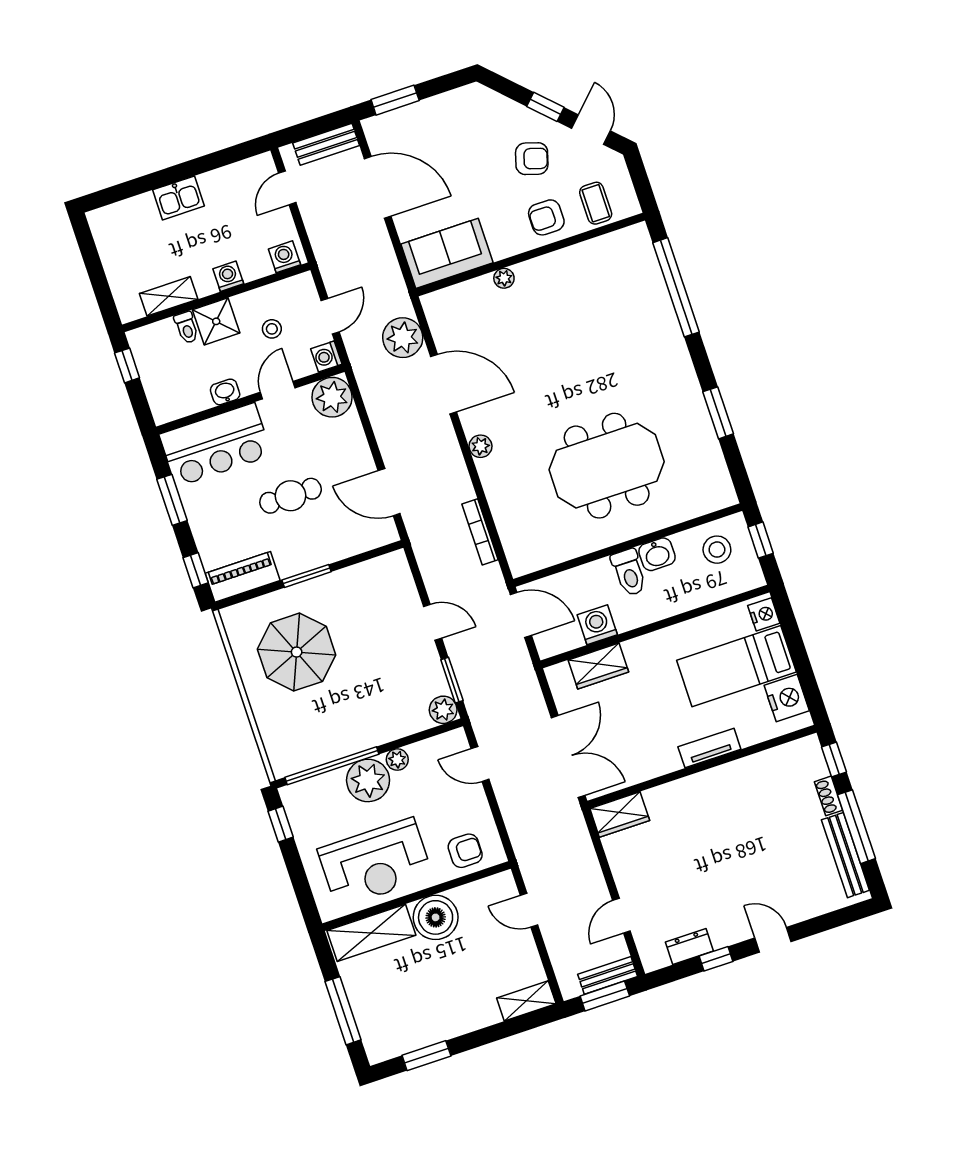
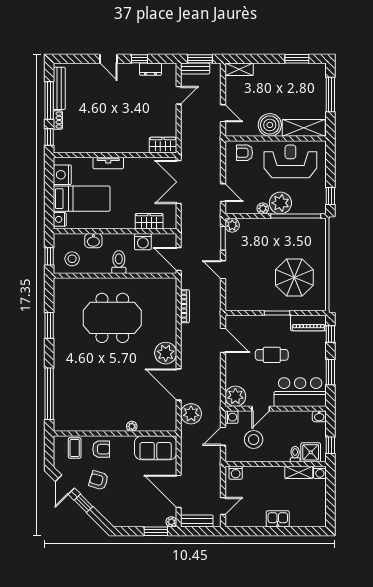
plant: (372, 127) -> (171, 522), added
washing machine: (228, 276) -> (320, 472), moved
shower: (216, 321) -> (311, 452), moved
stool: (272, 329) -> (254, 440), width x1.89, depth x1.89
washbasin: (225, 392) -> (319, 416), moved
plant: (481, 446) -> (166, 353), width x1.87, depth x1.87
washbasin: (657, 554) -> (93, 241), moved, turned 180

